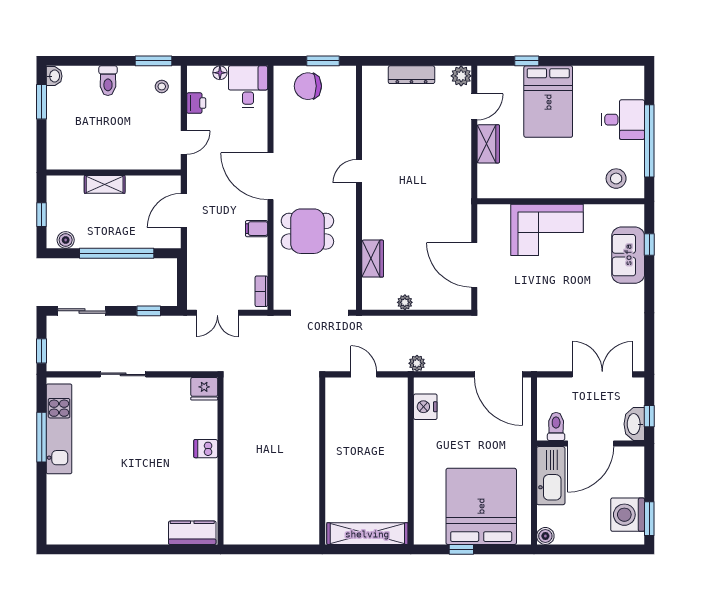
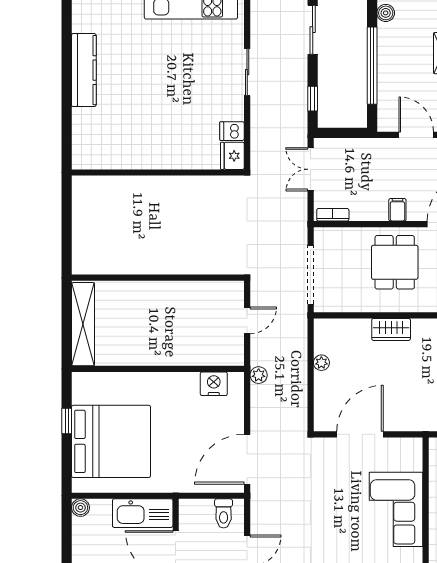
wardrobe: (373, 259) -> (391, 329), moved
toilet: (556, 427) -> (224, 513), moved, turned 90
dishwasher: (206, 449) -> (232, 131), moved, turned -90
kitchen counter: (192, 533) -> (84, 70), moved, width x1.50

